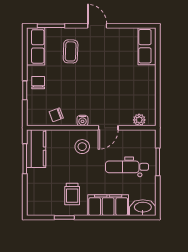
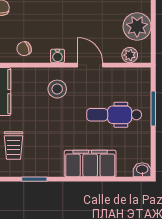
plant: (145, 97) -> (137, 27), added
door: (108, 128) -> (90, 65), swing flipped
trolley: (72, 194) -> (14, 145), moved
washbasin: (143, 208) -> (142, 170), width x0.52, depth x0.69

